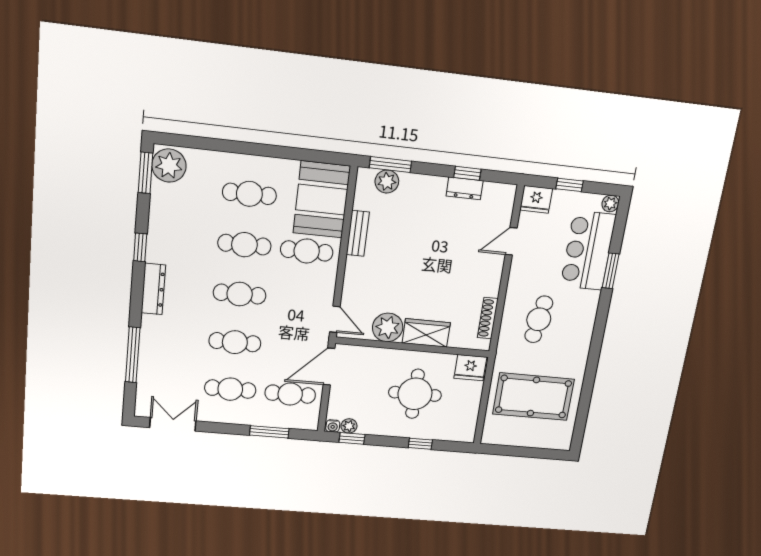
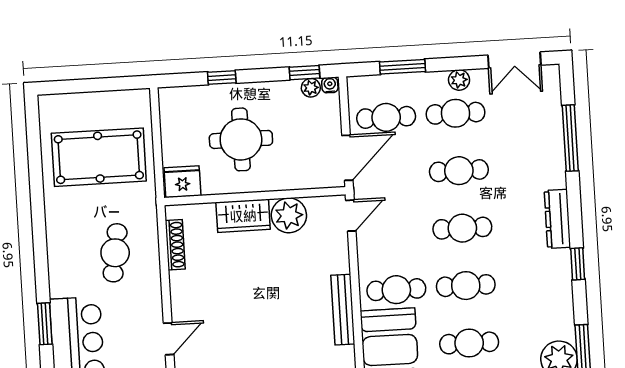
bench: (358, 233) -> (343, 310), width x1.36
door: (335, 319) -> (351, 216), swing flipped
plant: (223, 415) -> (459, 80), added

